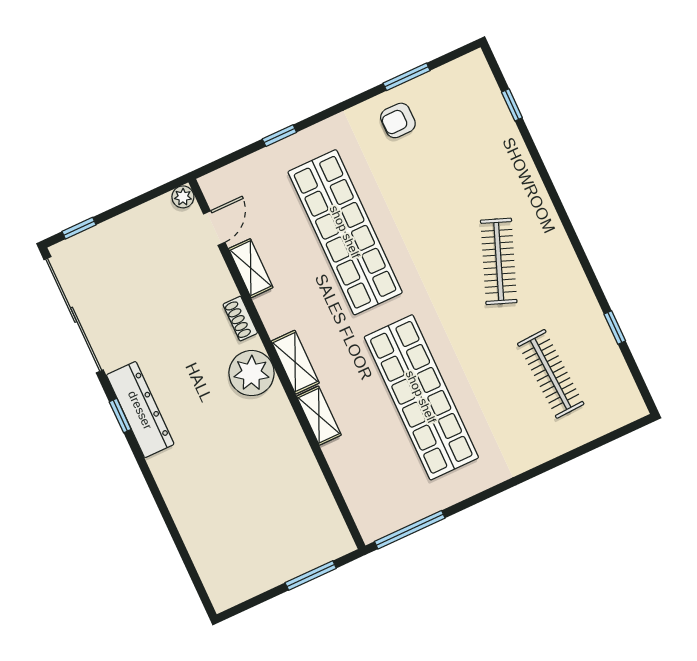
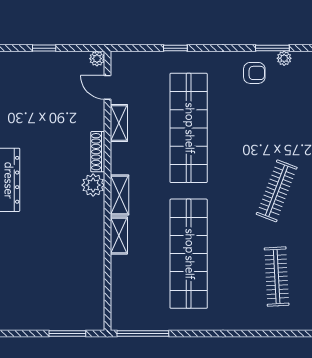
plant: (428, 83) -> (284, 58), added
armchair: (398, 120) -> (254, 73), turned 180
window: (79, 228) -> (44, 48), moved
door: (214, 228) -> (108, 87), swing flipped
shoe rack: (240, 319) -> (98, 152), width x1.43
plant: (252, 373) -> (93, 185), width x0.73, depth x0.73

